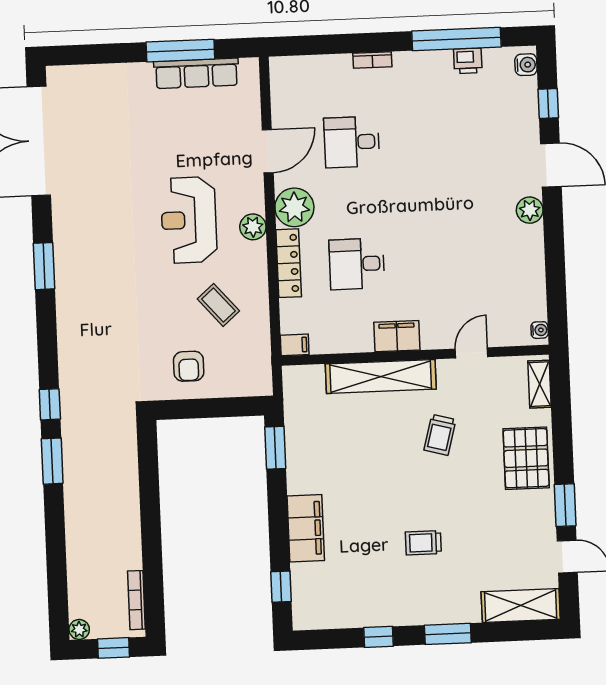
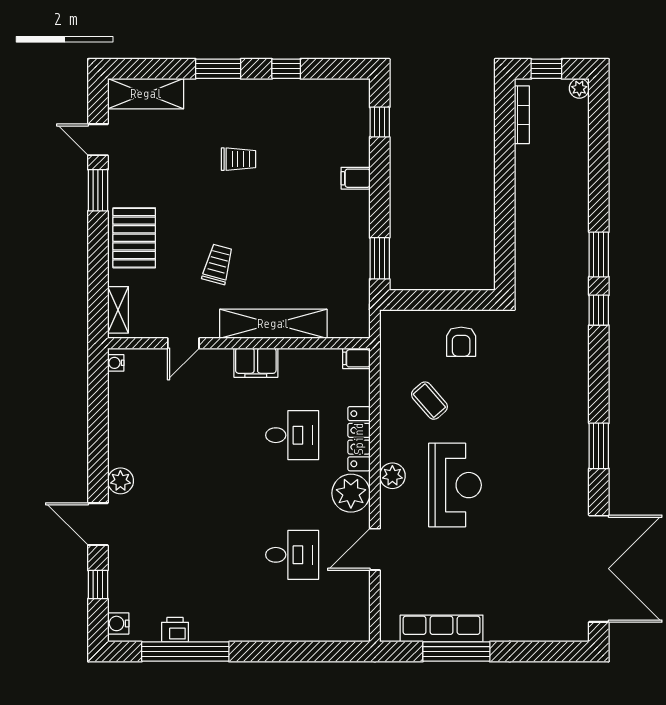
bookcase: (372, 60) -> (269, 634), removed
armchair: (189, 366) -> (461, 342), turned 180
filing cabinet: (306, 528) -> (356, 178), width x0.33, depth x0.86

